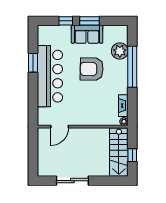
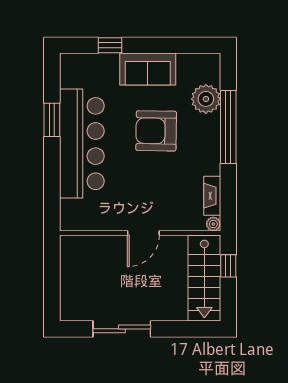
window: (90, 21) -> (152, 45), removed
door: (60, 127) -> (143, 233), moved
window: (132, 155) -> (228, 266), moved

